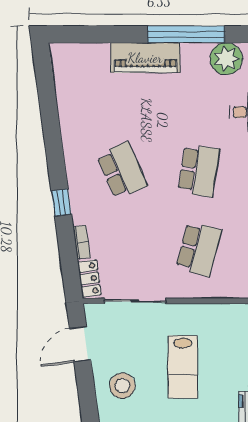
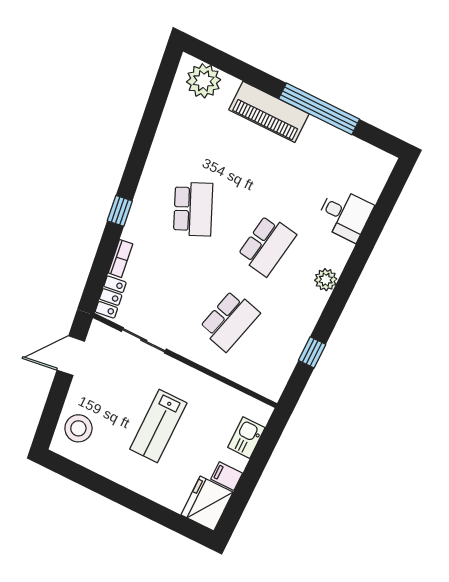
plant: (226, 59) -> (204, 81), moved
sliding door: (135, 301) -> (144, 340), width x0.73
stool: (122, 386) -> (78, 428), moved

